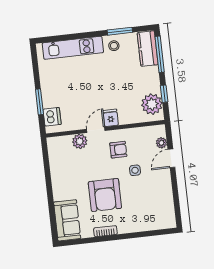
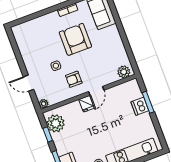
dishwasher: (52, 117) -> (140, 106), moved
plant: (80, 141) -> (124, 72), moved
plant: (161, 143) -> (44, 104), moved
door: (171, 158) -> (28, 83), swing flipped

